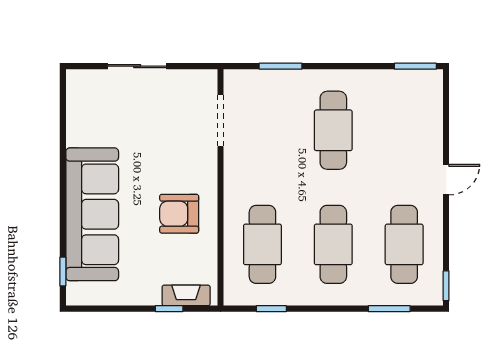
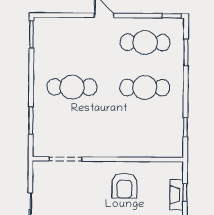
cafe table: (262, 244) -> (144, 133), removed
fireplace: (186, 295) -> (177, 195), moved

